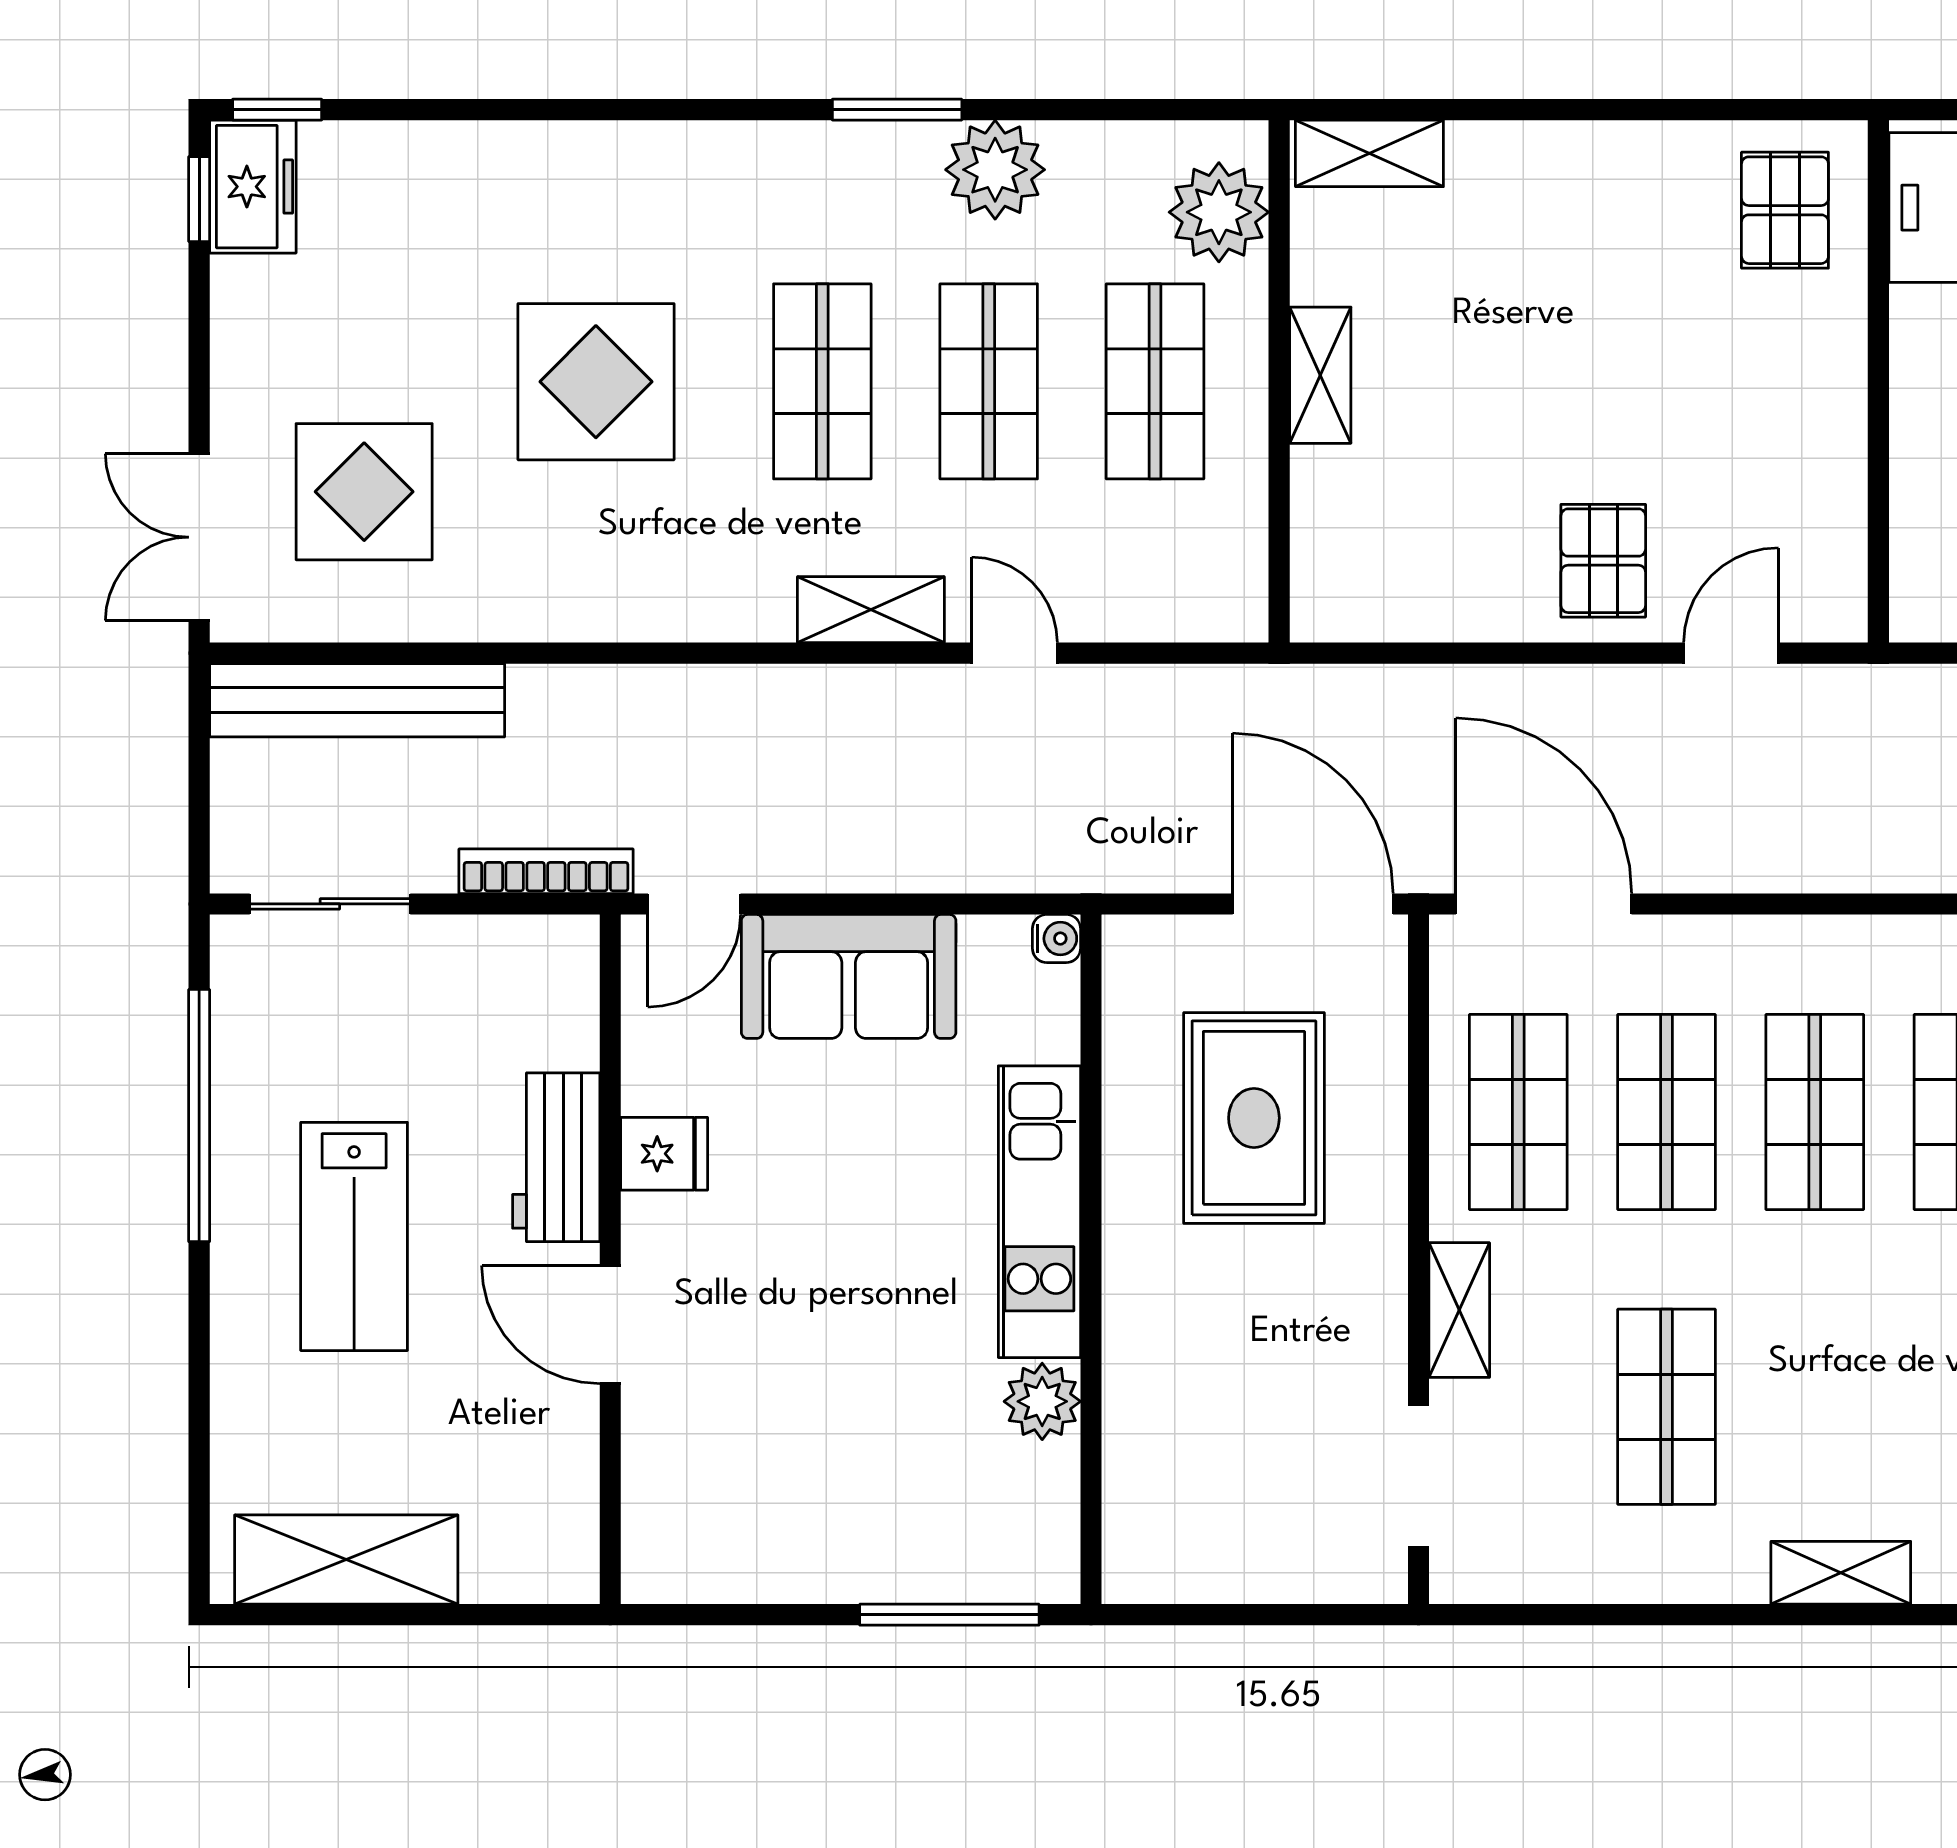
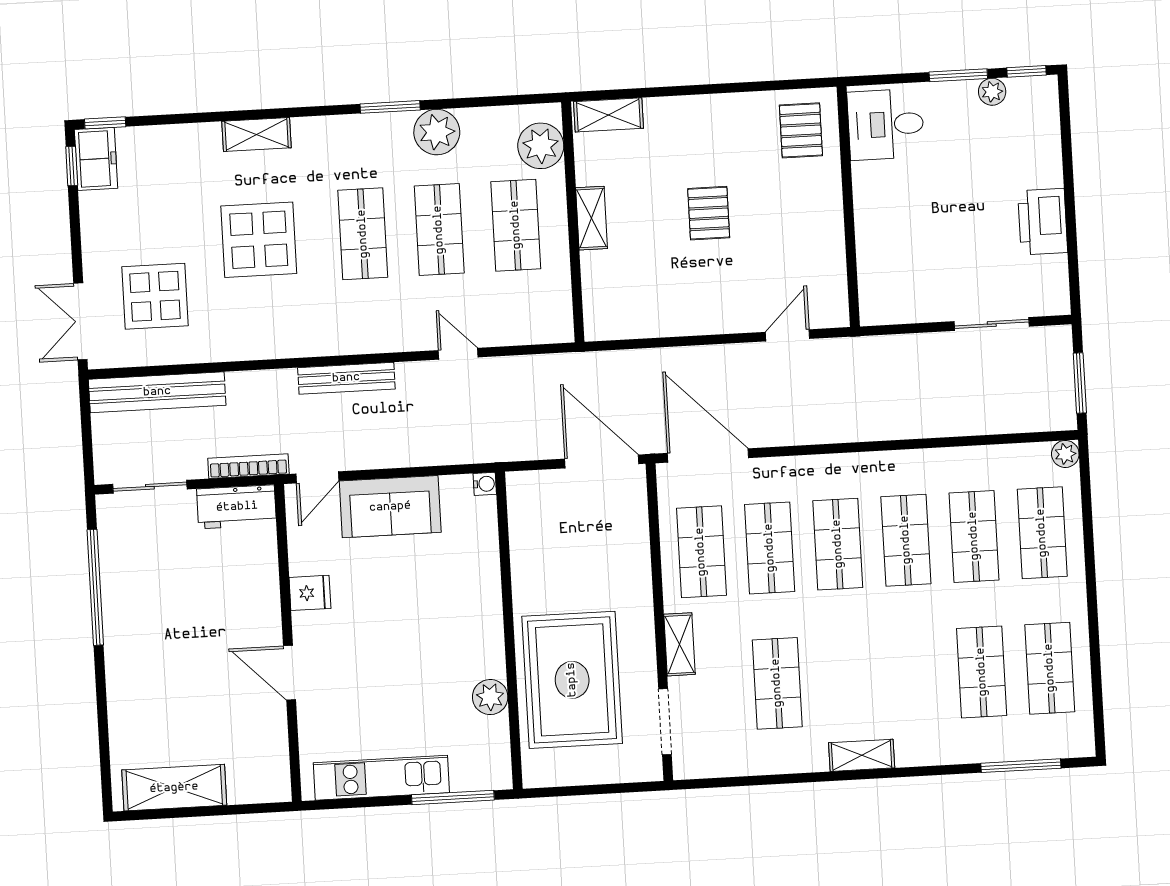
pallet: (1603, 561) -> (709, 213), moved
shelving: (871, 610) -> (257, 134), moved
bench: (769, 693) -> (346, 378), added
rug: (1254, 1118) -> (572, 680), moved, width x1.37, depth x1.44
workbench: (556, 1157) -> (237, 507), moved, turned -90
kitchen unit: (1039, 1212) -> (381, 778), moved, turned 90
lab bench: (354, 1236) -> (170, 639), removed

